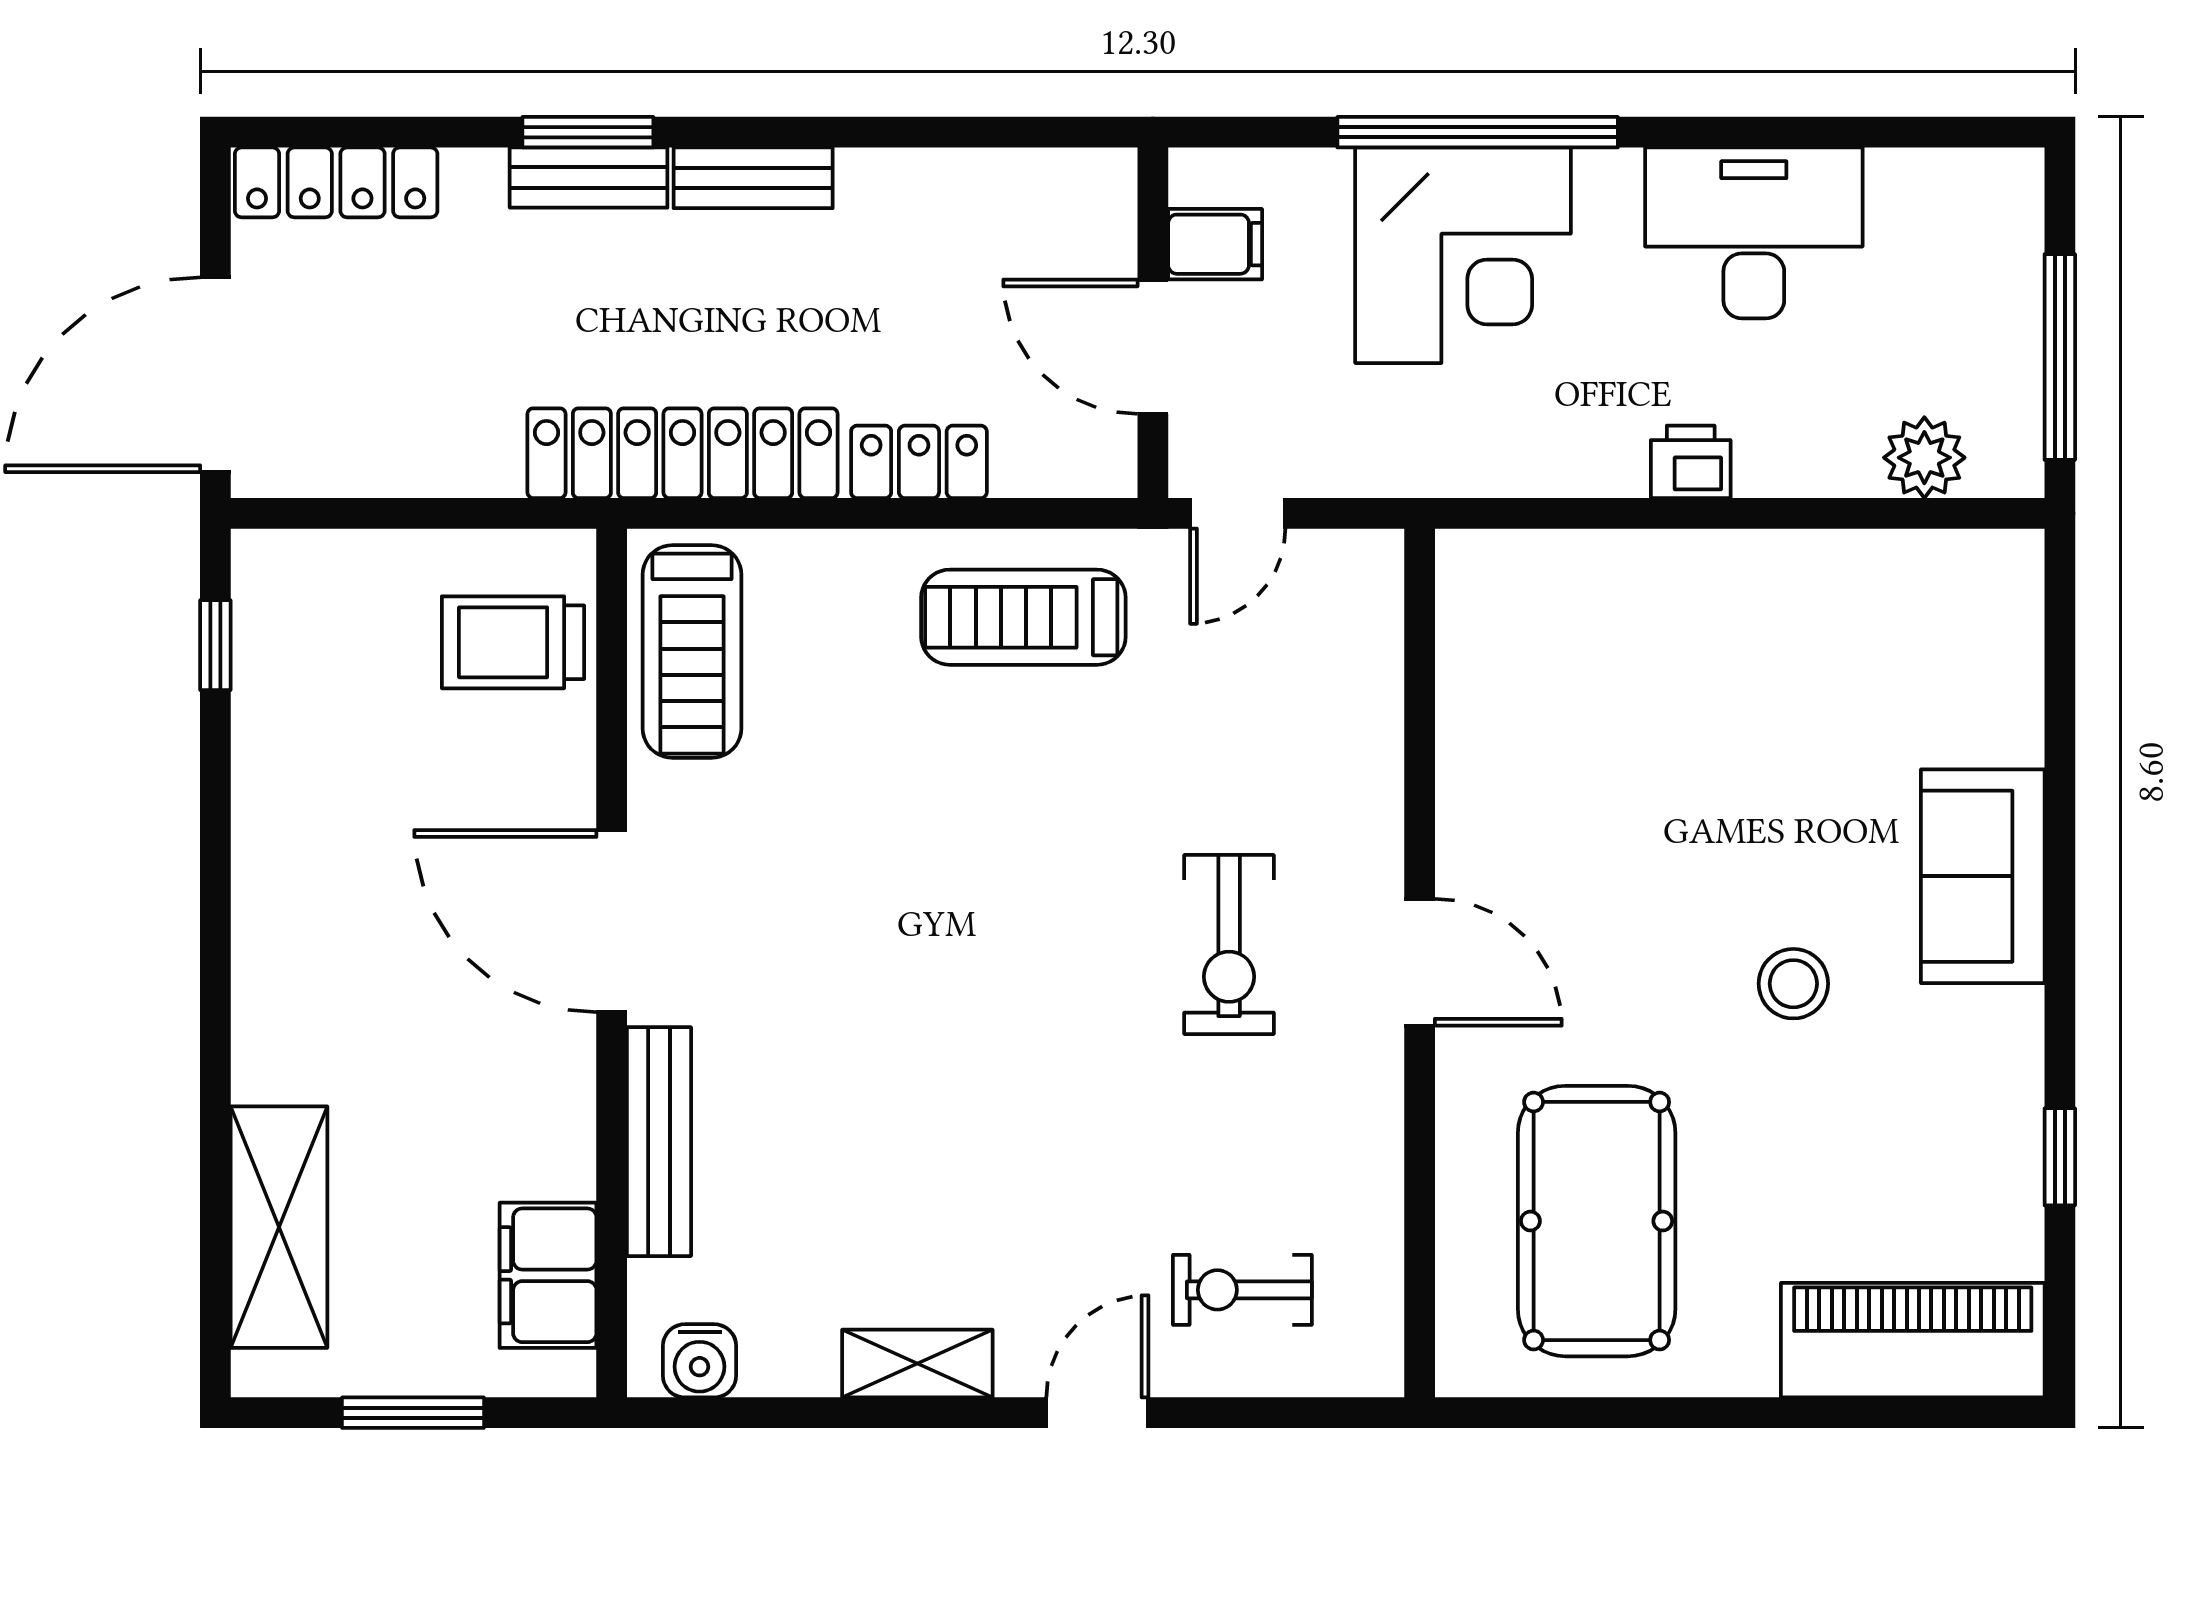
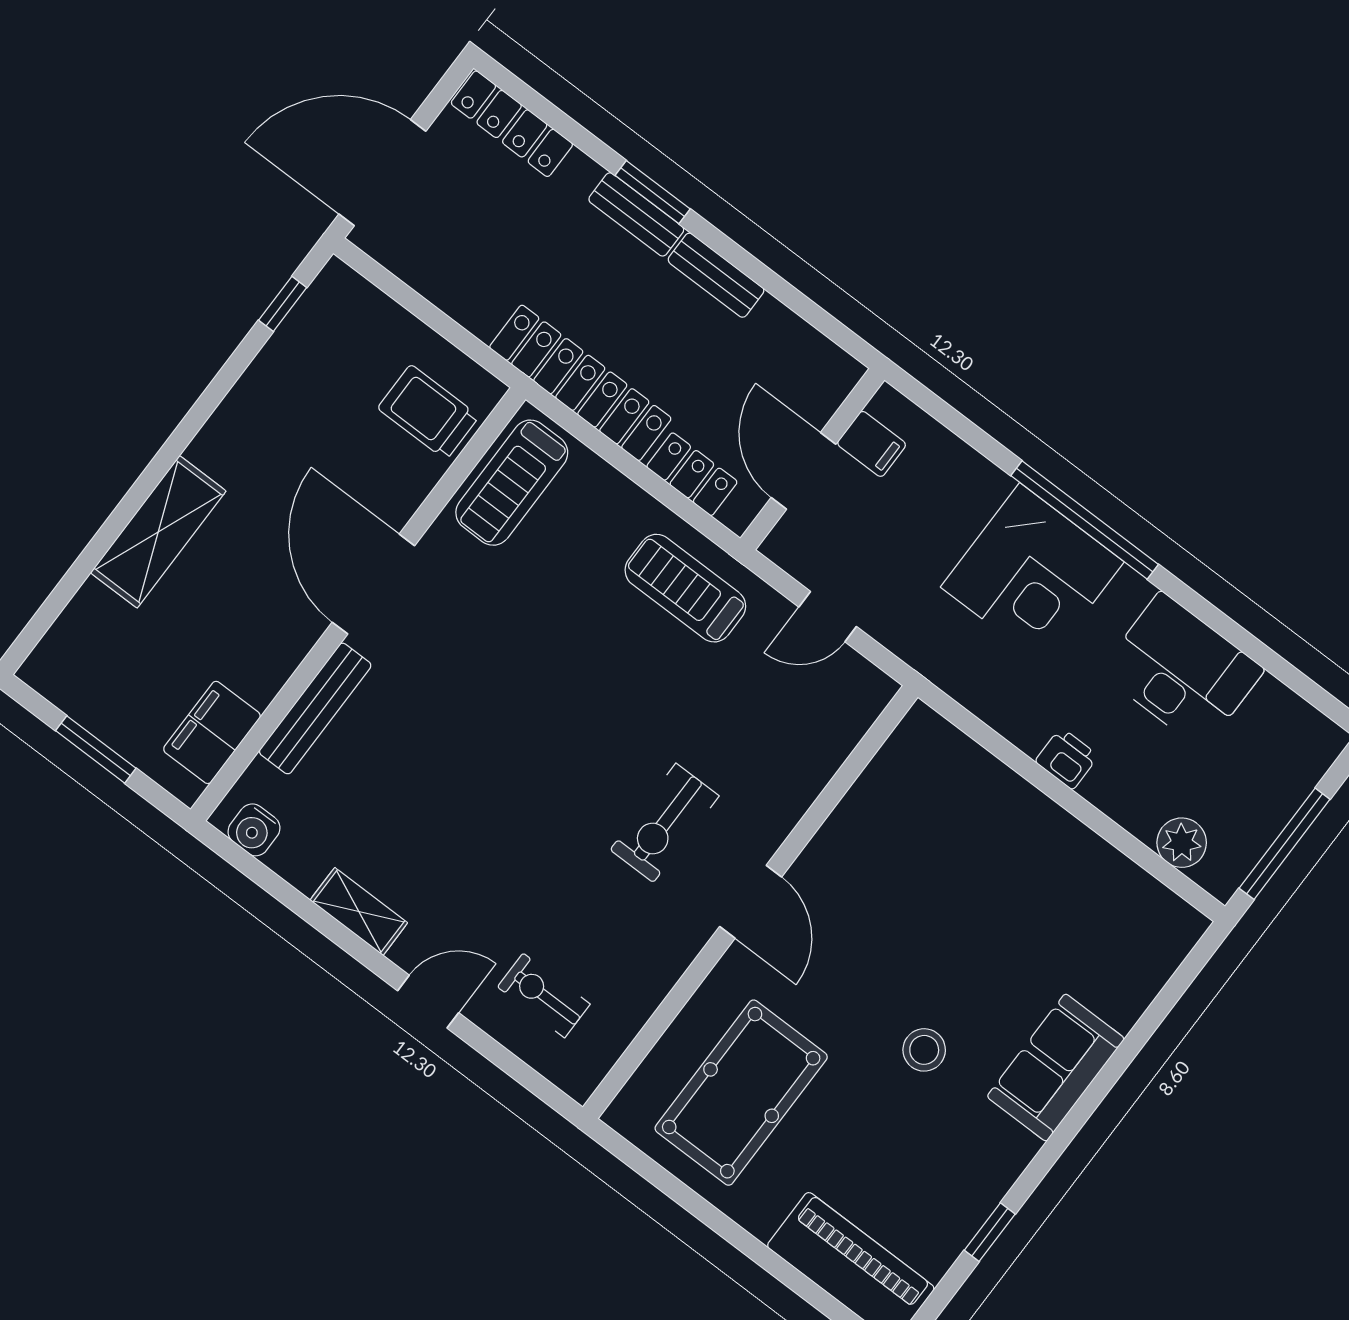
filing cabinet: (1215, 244) -> (872, 444), moved
wall: (1153, 323) -> (812, 459), moved
door: (1153, 347) -> (804, 471), moved
shelving: (279, 1227) -> (158, 532), moved

